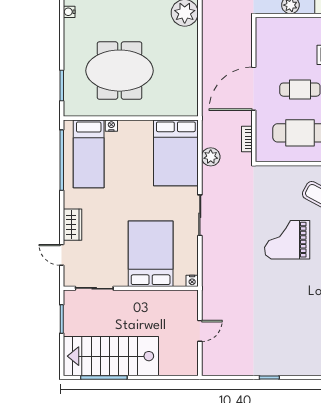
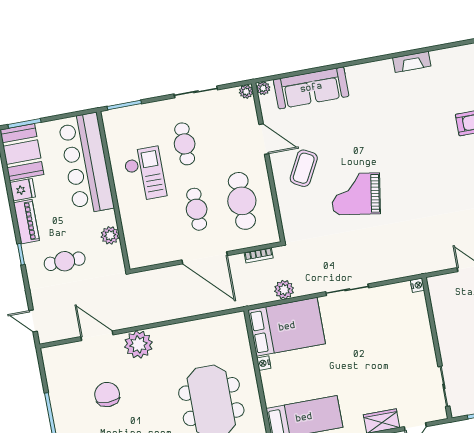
nightstand: (111, 126) -> (264, 363), moved
grand piano: (287, 240) -> (356, 194), turned 99
bed: (151, 254) -> (397, 334), removed

